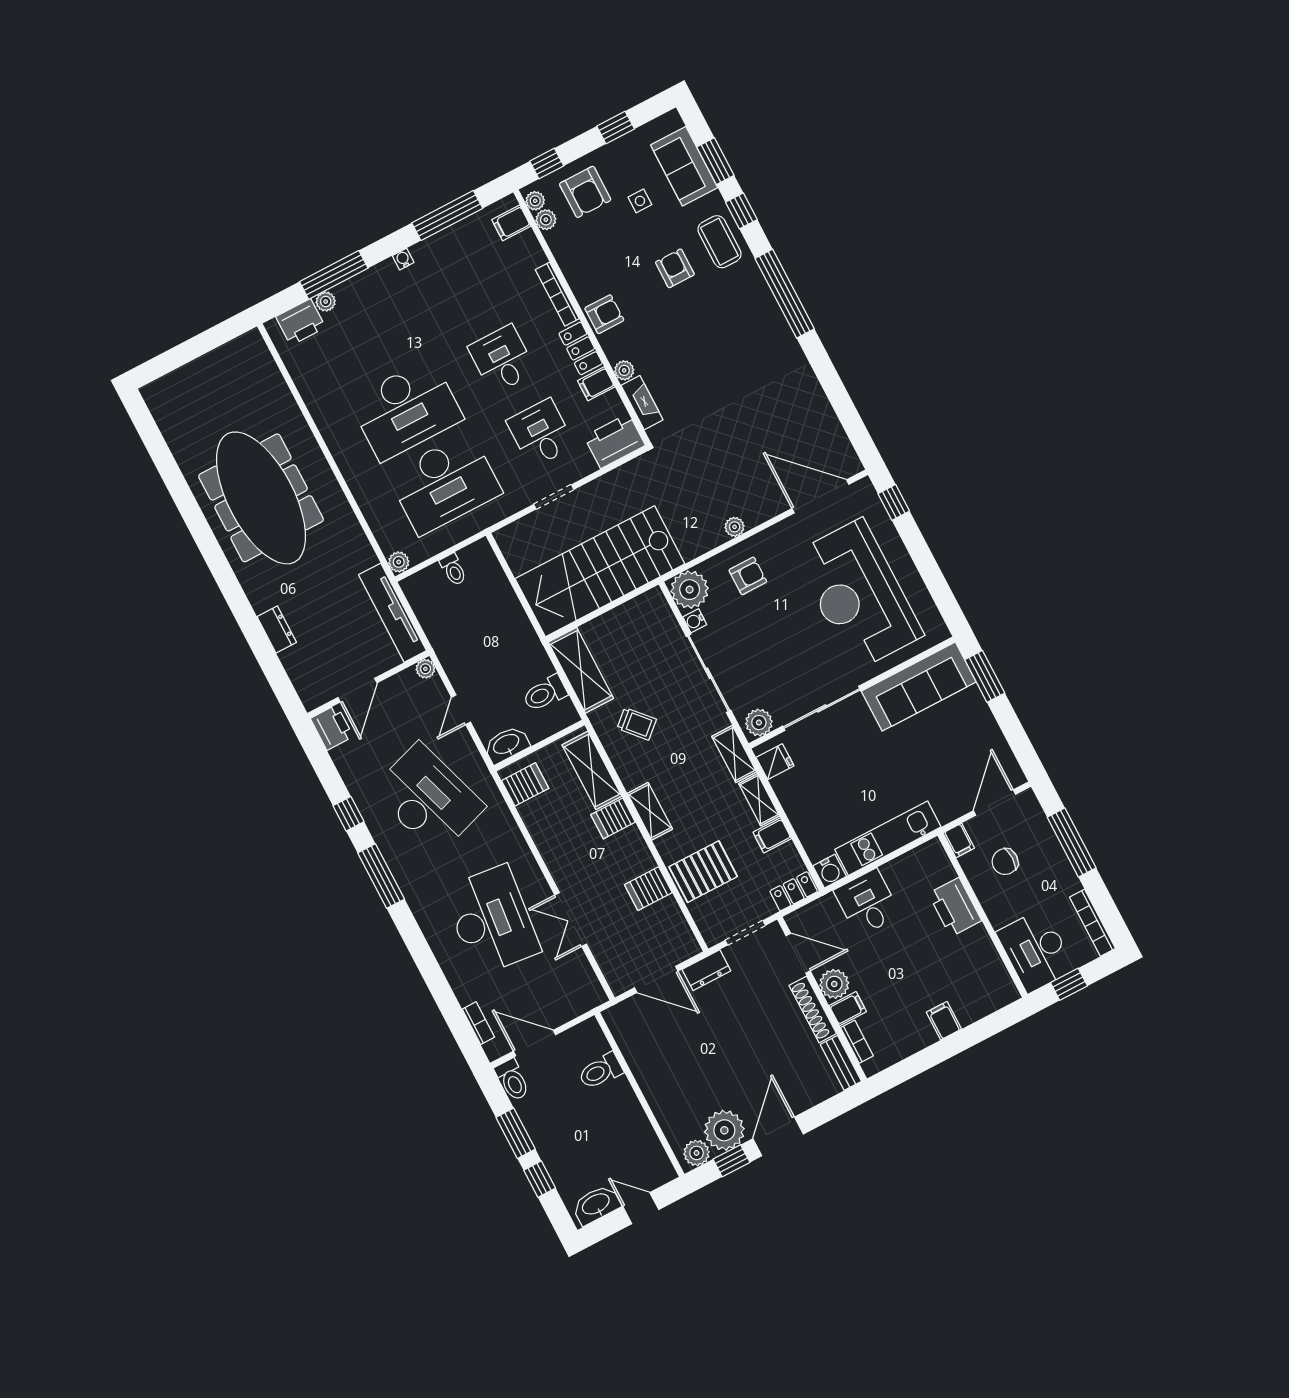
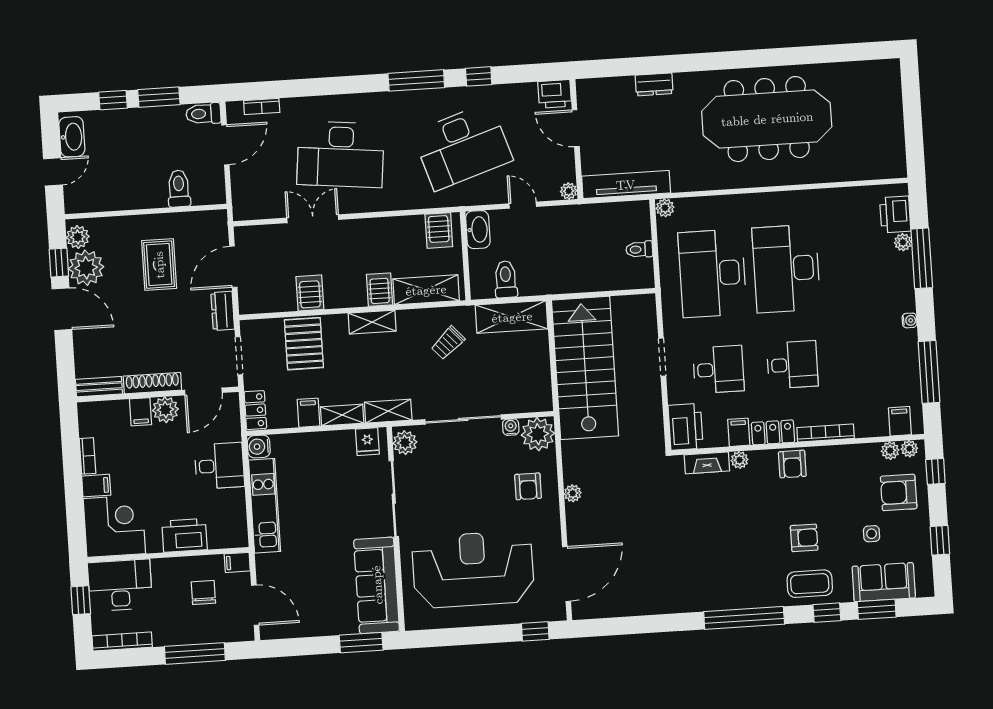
corner desk: (977, 983) -> (114, 526), added
bookcase: (857, 1042) -> (88, 456), moved, turned -90
rug: (688, 1057) -> (159, 265), added

